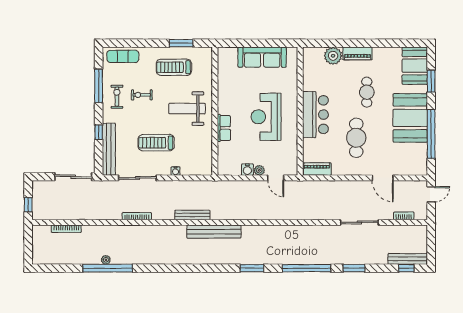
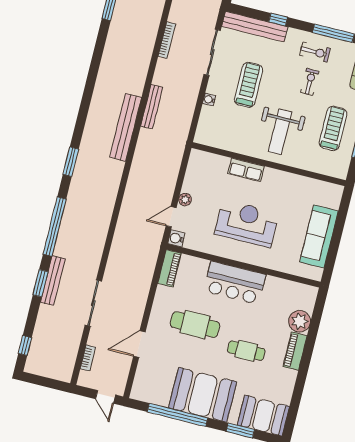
weight bench: (187, 109) -> (280, 132), turned 180
water cooler: (247, 170) -> (176, 238), moved
bench: (408, 259) -> (53, 280), moved

